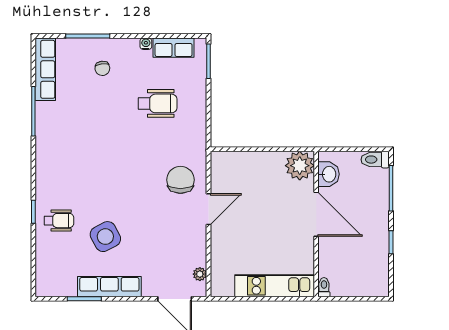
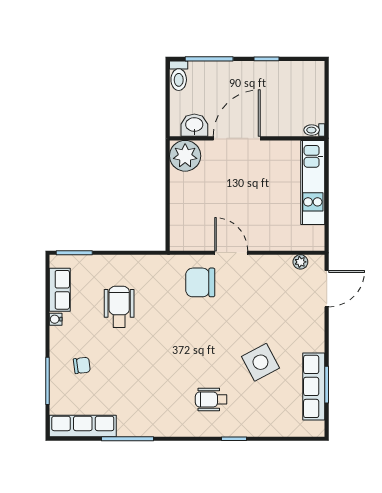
wheelchair: (59, 221) -> (211, 399), moved, turned -90
row of seats: (109, 287) -> (314, 386), moved

